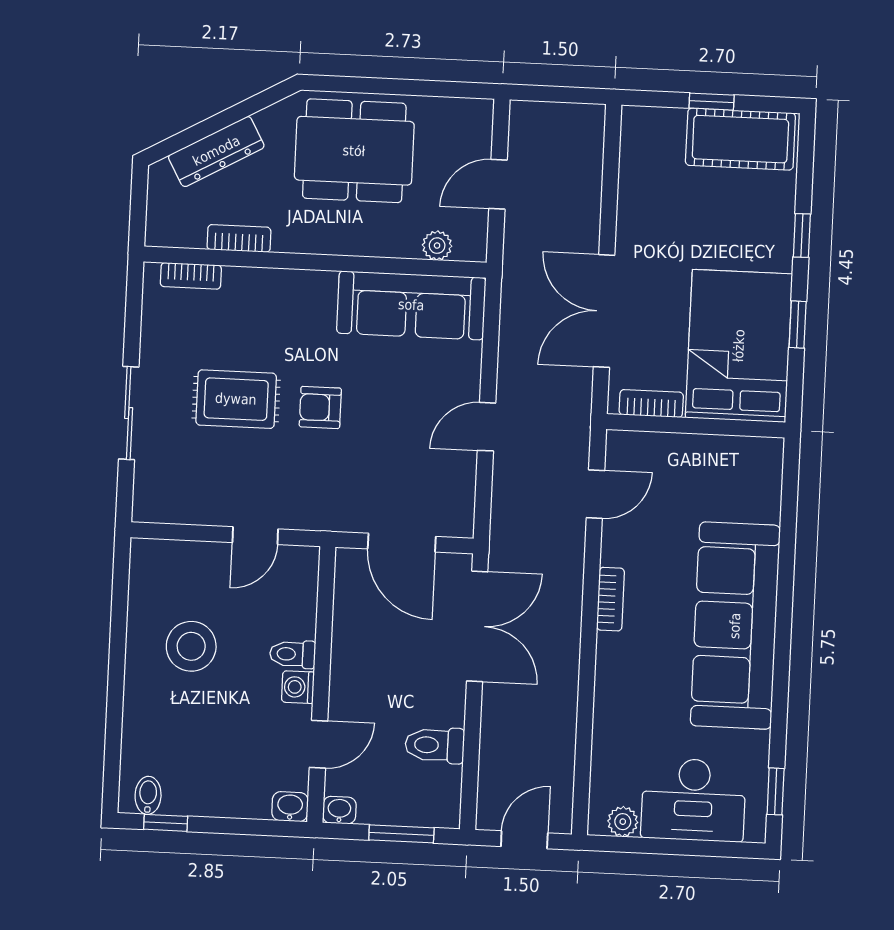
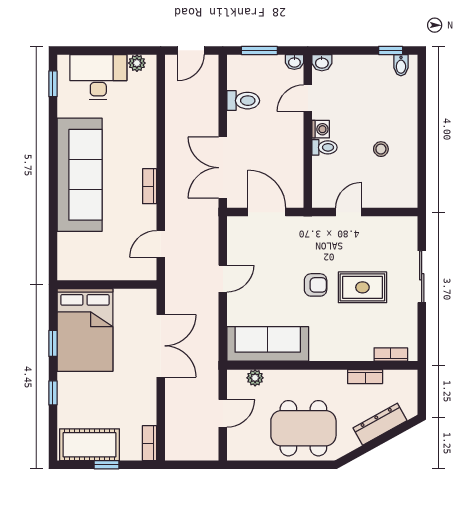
bookcase: (651, 404) -> (149, 443), moved, turned 90
stool: (191, 646) -> (381, 149), width x0.53, depth x0.53

